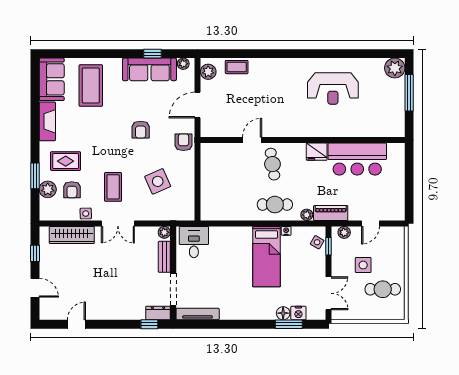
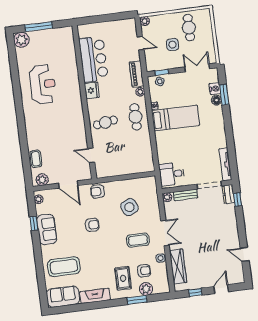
sofa: (149, 69) -> (47, 229), width x0.73
door: (252, 140) -> (91, 155), moved
plant: (344, 232) -> (145, 21), moved

